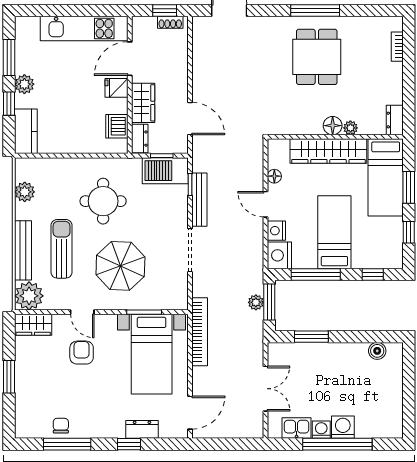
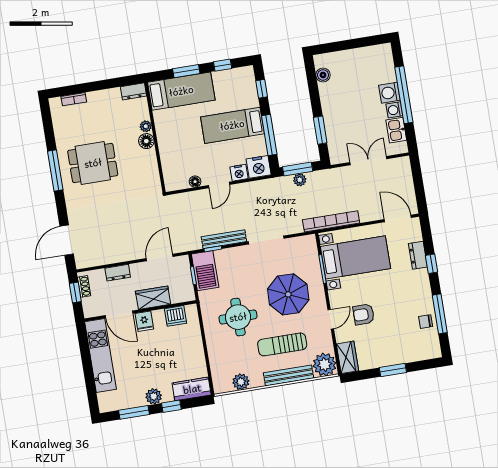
dresser: (140, 139) -> (118, 273), moved, turned 180
wardrobe: (328, 151) -> (167, 141), removed

